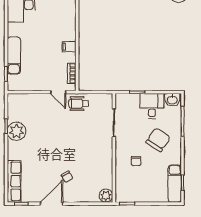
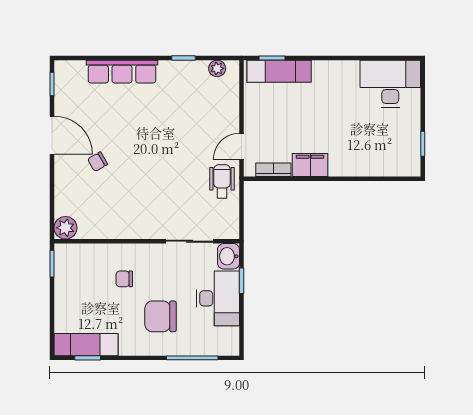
filing cabinet: (69, 47) -> (310, 165), width x2.00
exam couch: (14, 55) -> (279, 71), moved
washbasin: (172, 100) -> (229, 256), moved
desk: (152, 106) -> (218, 298), width x1.37
plant: (17, 131) -> (217, 68), moved, width x0.53, depth x0.53
chair: (158, 140) -> (160, 316), turned 147
row of seats: (14, 181) -> (122, 72), moved

